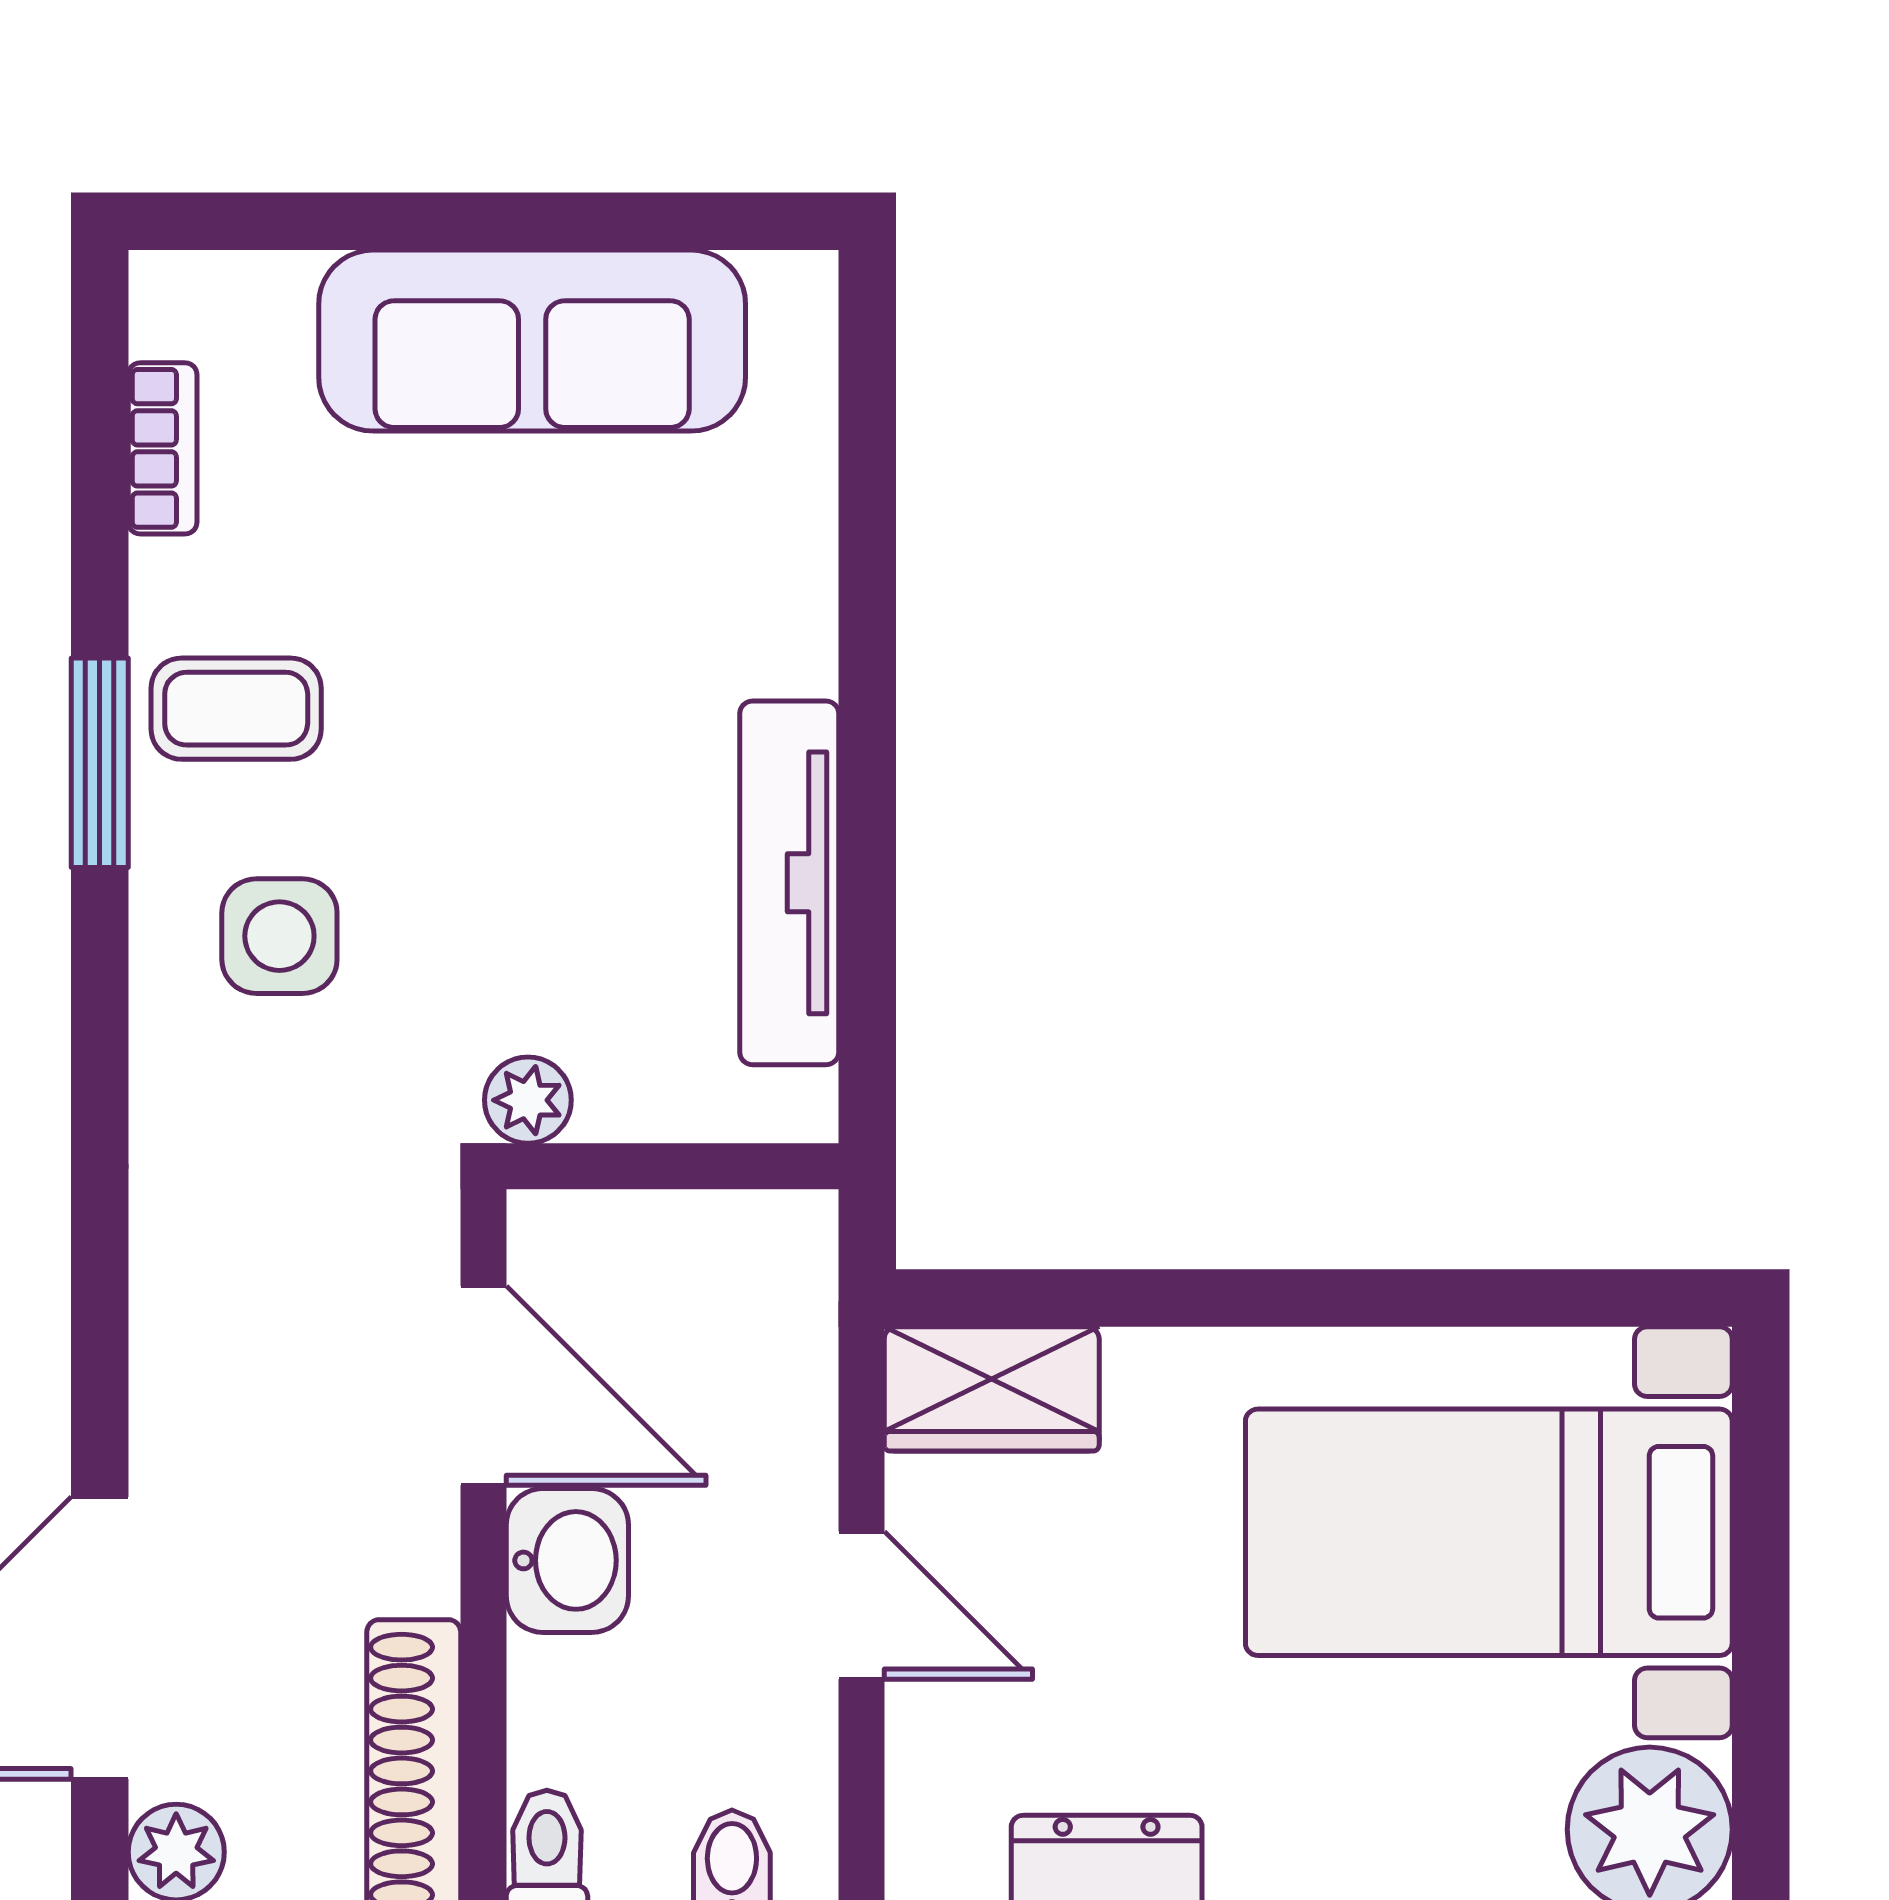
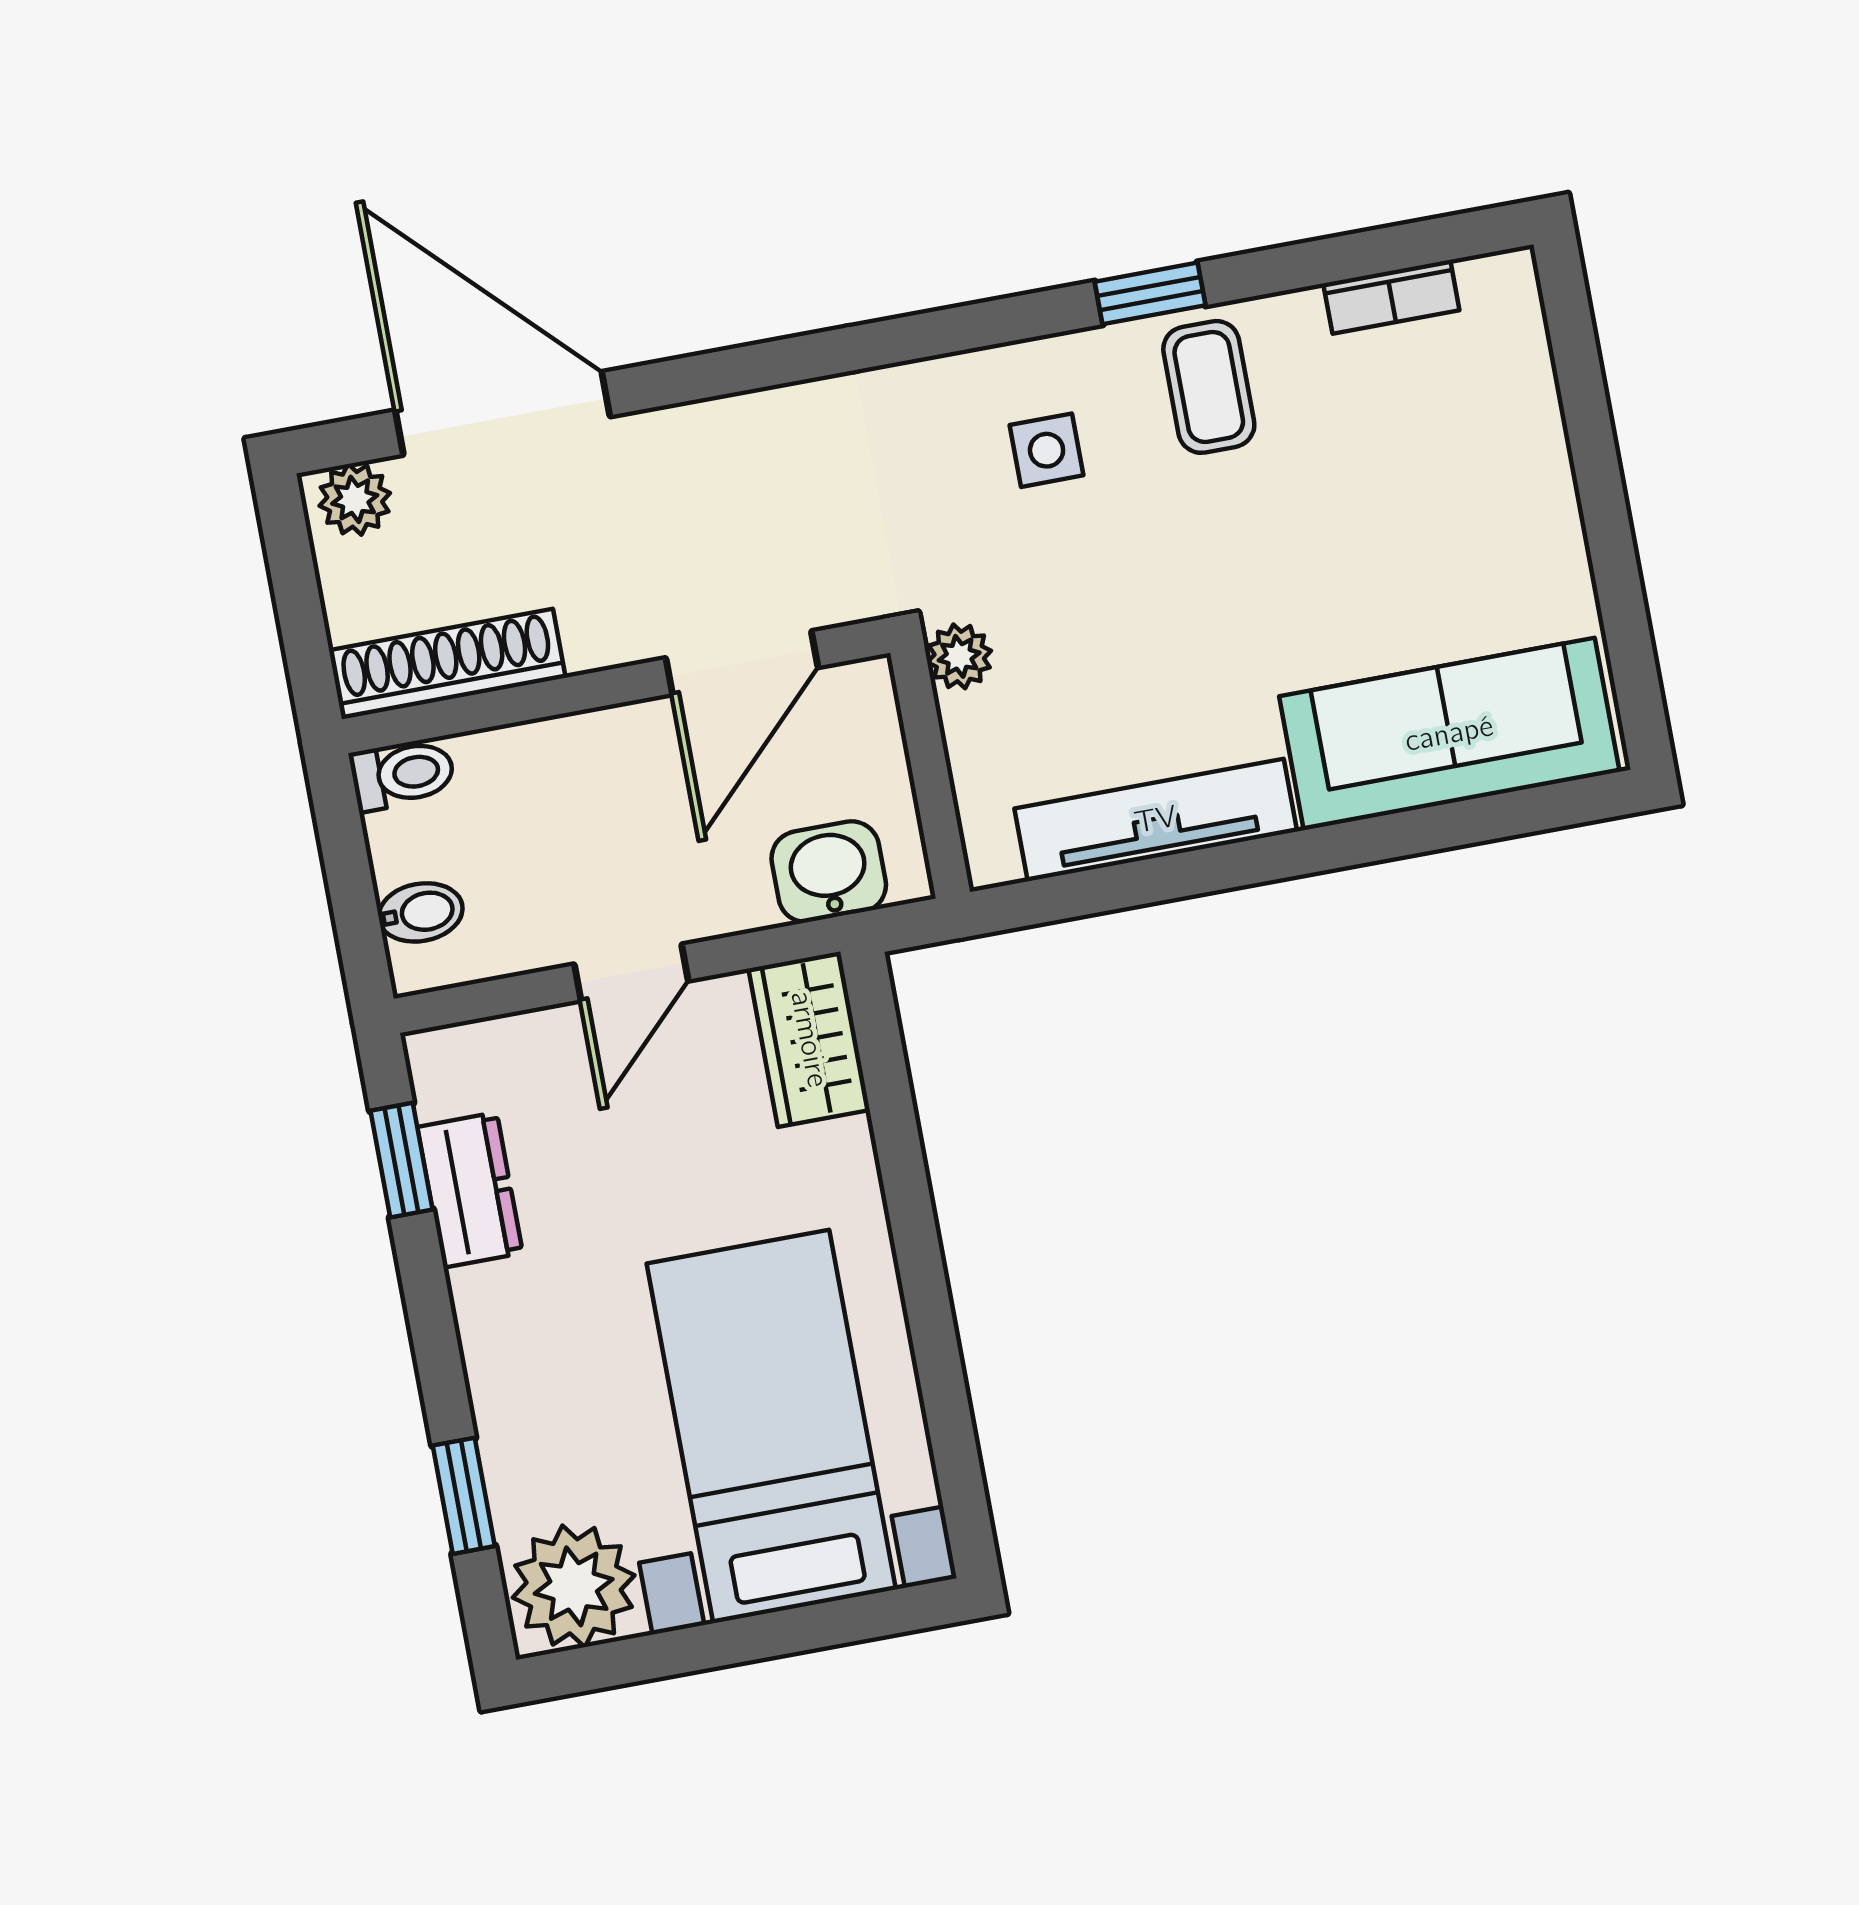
sofa: (532, 341) -> (1449, 734), moved, turned 90
window: (100, 763) -> (1150, 293), width x0.67
side table: (279, 936) -> (1047, 450), width x0.73, depth x0.73
washbasin: (567, 1560) -> (829, 872), moved, turned 180

